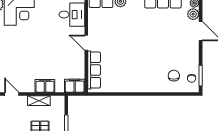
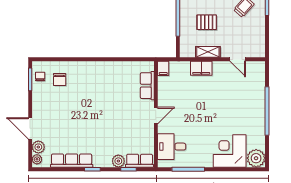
door: (86, 43) -> (156, 116), hinge flipped
row of seats: (94, 70) -> (147, 86), width x0.68
filing cabinet: (75, 86) -> (163, 68), width x0.50

